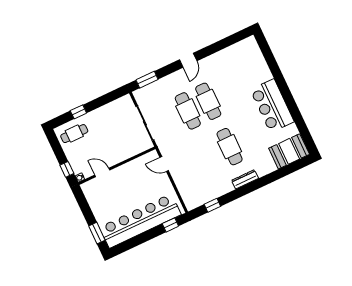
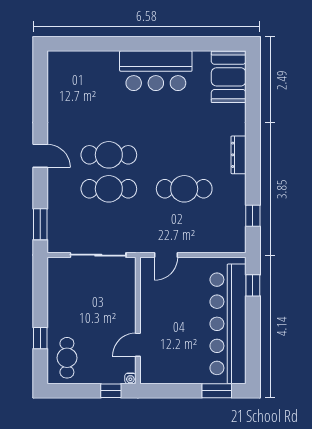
cafe table: (230, 147) -> (184, 189), moved

